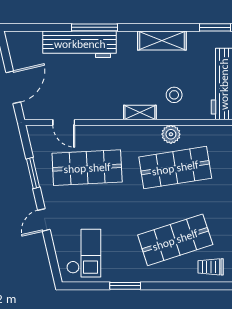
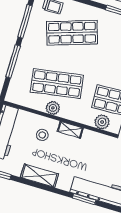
window: (95, 27) -> (84, 199), width x0.69
plant: (101, 135) -> (102, 122), added

